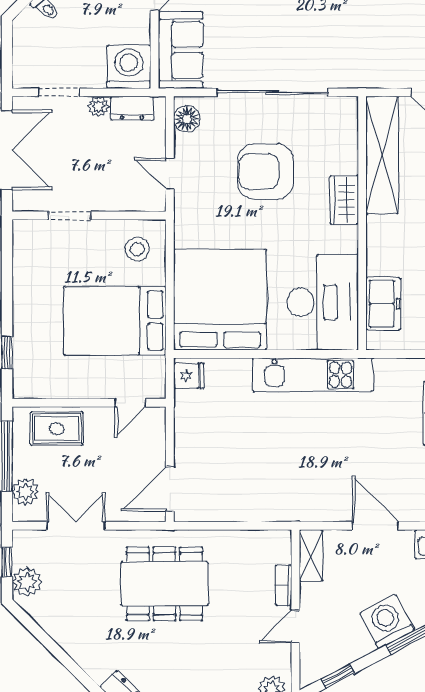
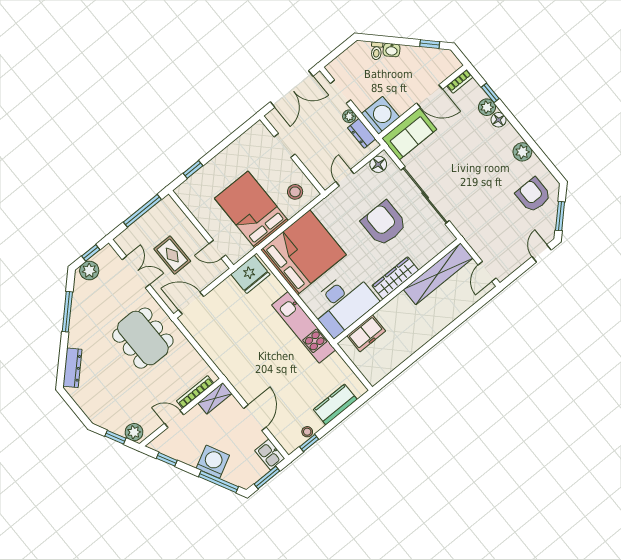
wardrobe: (344, 200) -> (395, 278), width x1.50
fridge: (189, 376) -> (250, 274), width x1.88, depth x1.34
rug: (57, 429) -> (172, 255), moved
plant: (25, 492) -> (132, 234), removed
bookcase: (283, 585) -> (195, 392), width x1.56
window: (56, 650) -> (67, 312), added

